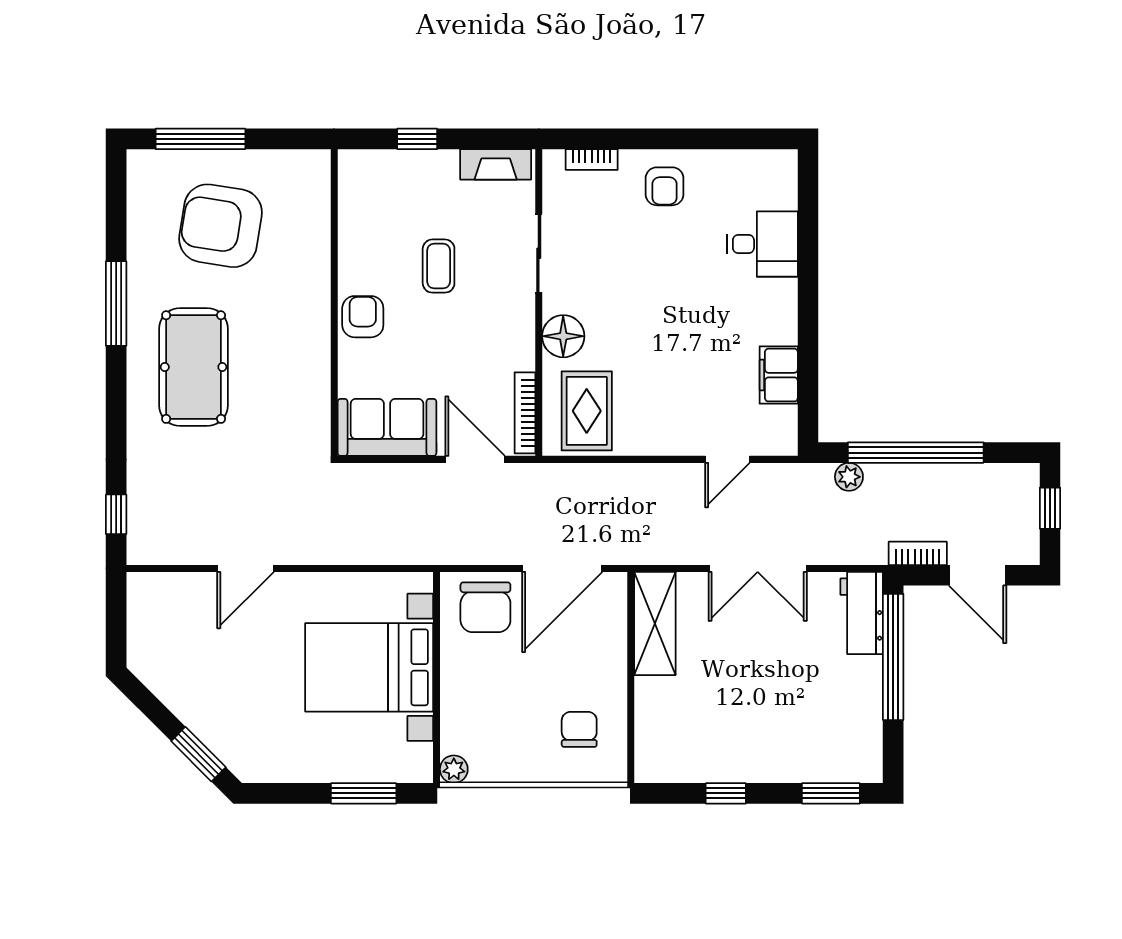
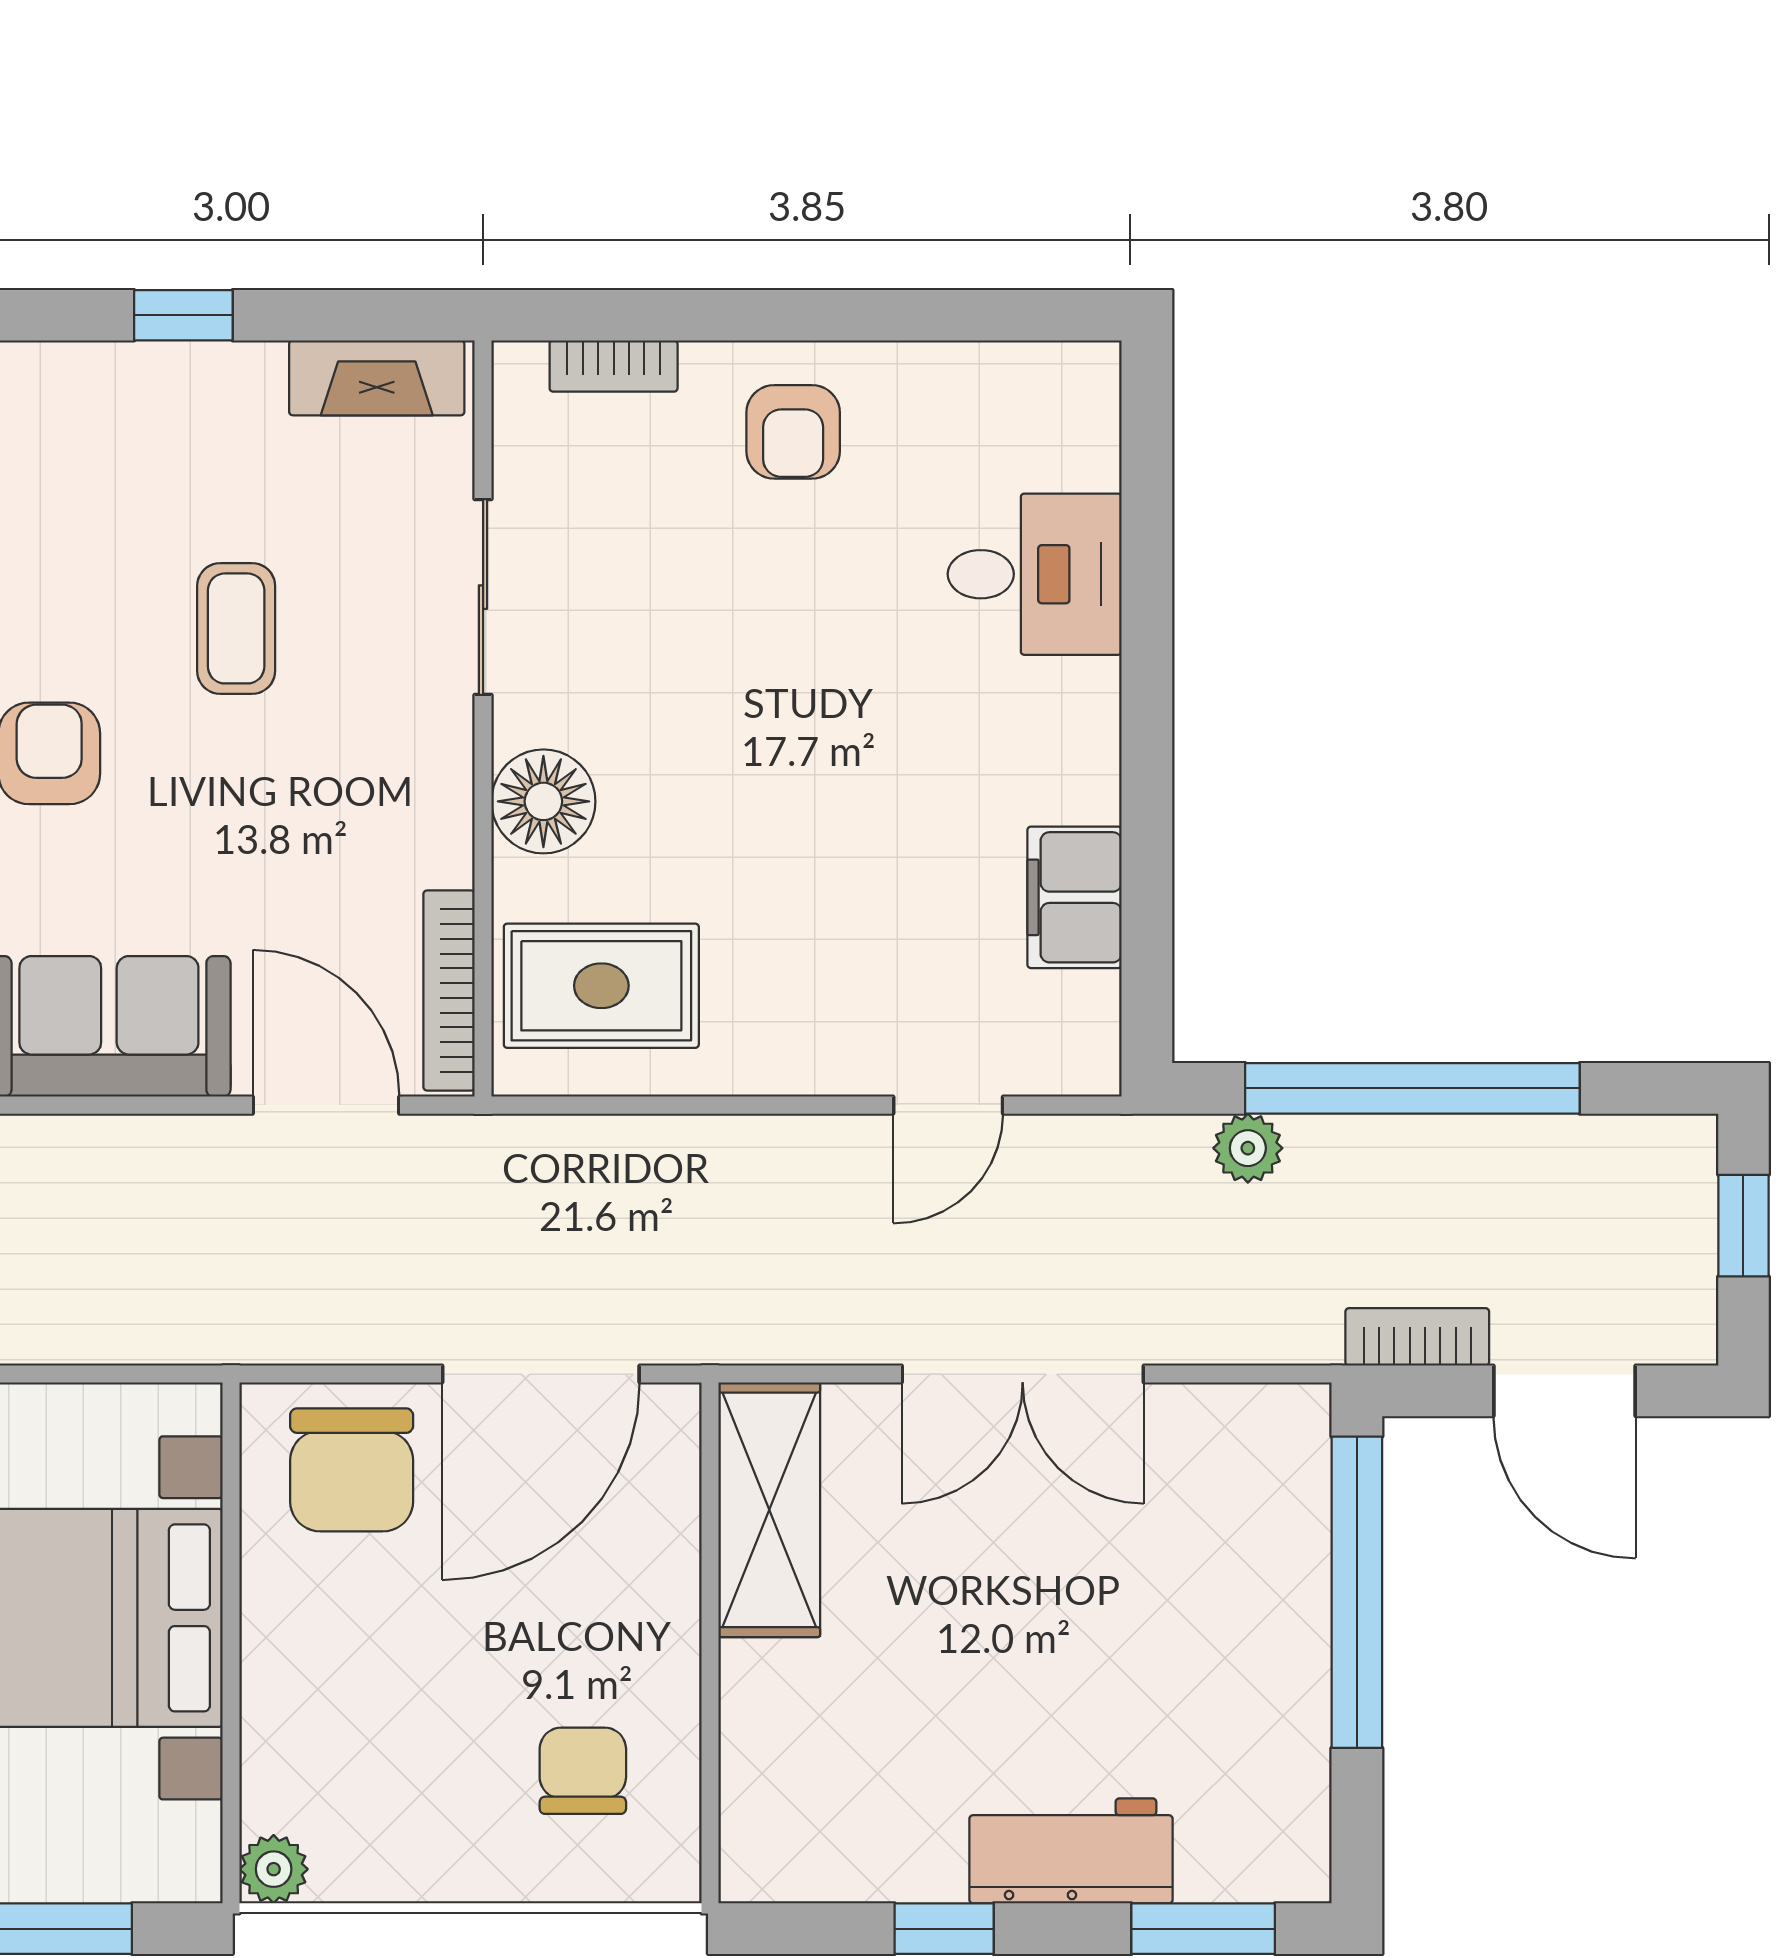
rug: (587, 411) -> (601, 986), turned 90
workbench: (862, 613) -> (1071, 1851), moved, turned 90

